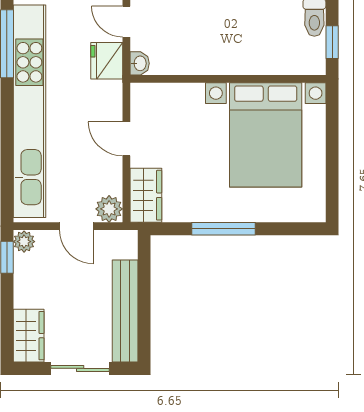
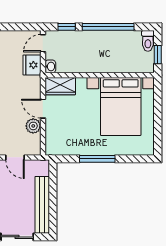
door: (126, 22) -> (43, 43), hinge flipped
wardrobe: (146, 195) -> (60, 86), moved, turned 90
plant: (109, 209) -> (33, 126), moved

